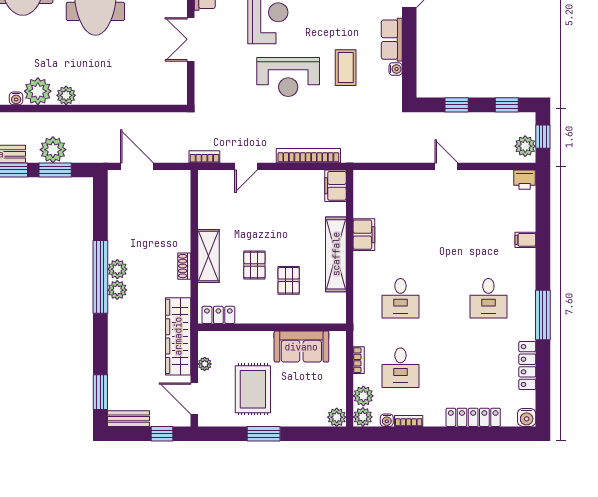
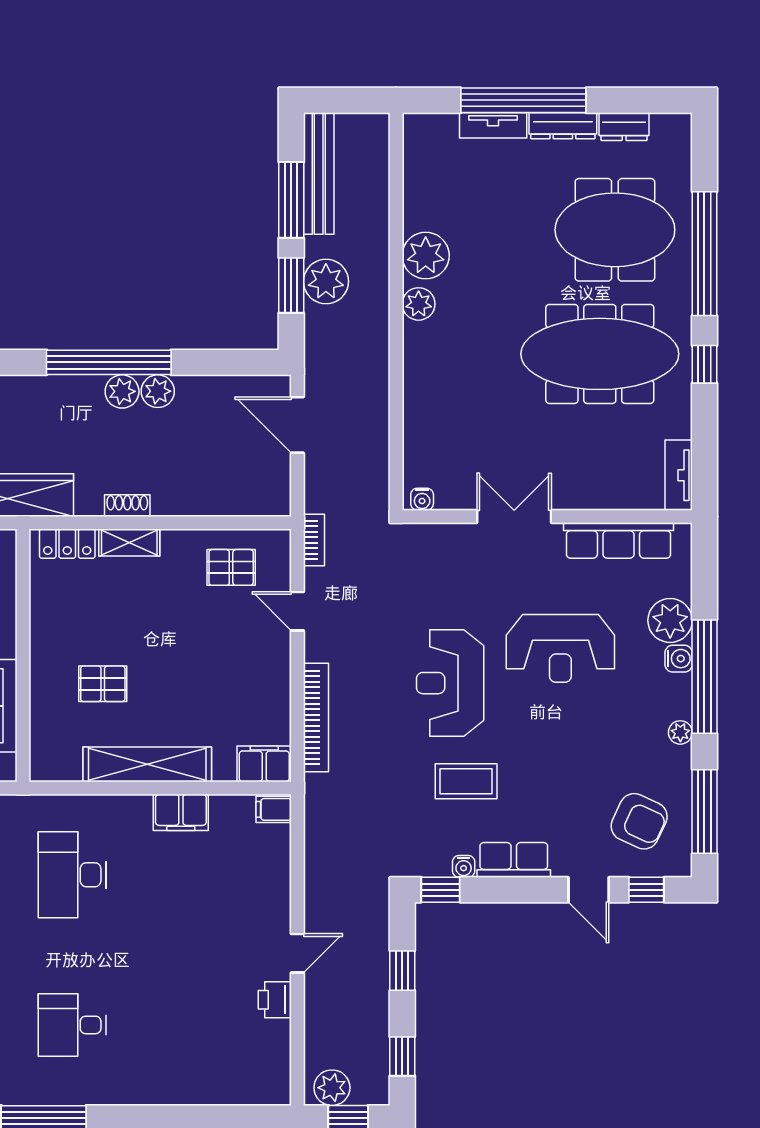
window: (409, 83) -> (440, 890), added
water cooler: (16, 98) -> (422, 499), moved, turned -90
door: (137, 166) -> (297, 425), swing flipped
printer: (525, 180) -> (275, 1000), moved
filing cabinet: (525, 240) -> (274, 809), moved, turned -90
shelving: (209, 256) -> (129, 543), width x0.67, depth x0.75
pallet: (254, 265) -> (231, 567), moved
plant: (117, 290) -> (158, 391), moved
desk: (400, 298) -> (72, 875), width x1.37
locker: (218, 315) -> (67, 544), moved, turned 90

